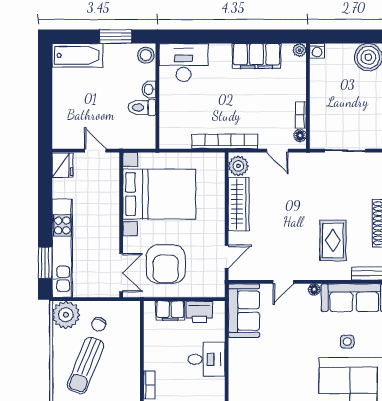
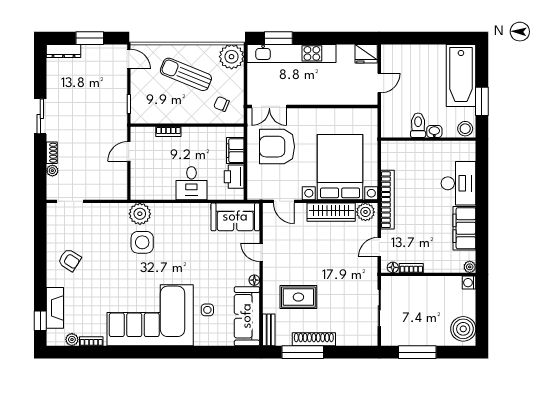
bathtub: (77, 55) -> (461, 75), width x1.36, depth x1.36
desk: (184, 63) -> (458, 183), moved
bed with nightstands: (159, 194) -> (340, 167), moved, turned 180
chair: (99, 324) -> (222, 104), moved

